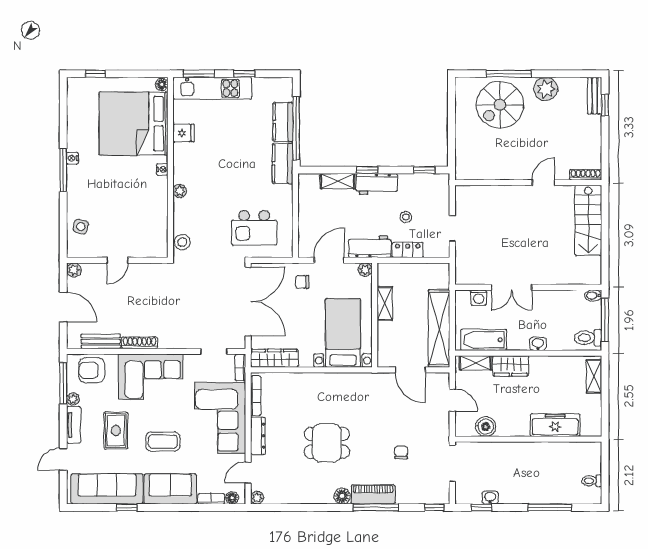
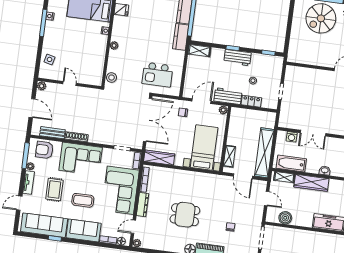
shelving: (337, 181) -> (199, 51), moved
door: (117, 260) -> (70, 84), swing flipped
shelving: (385, 304) -> (229, 156), moved
wardrobe: (511, 366) -> (311, 183), width x1.50

